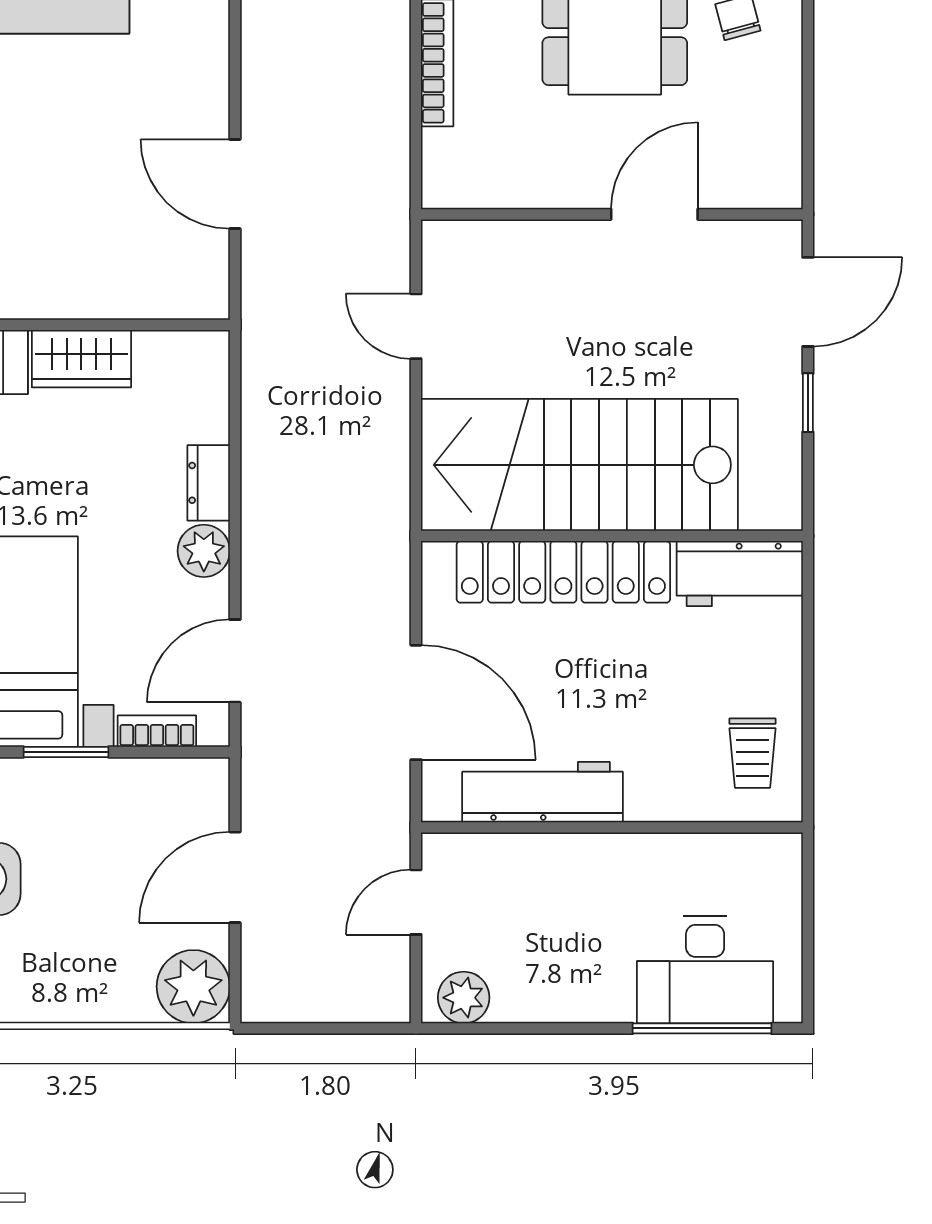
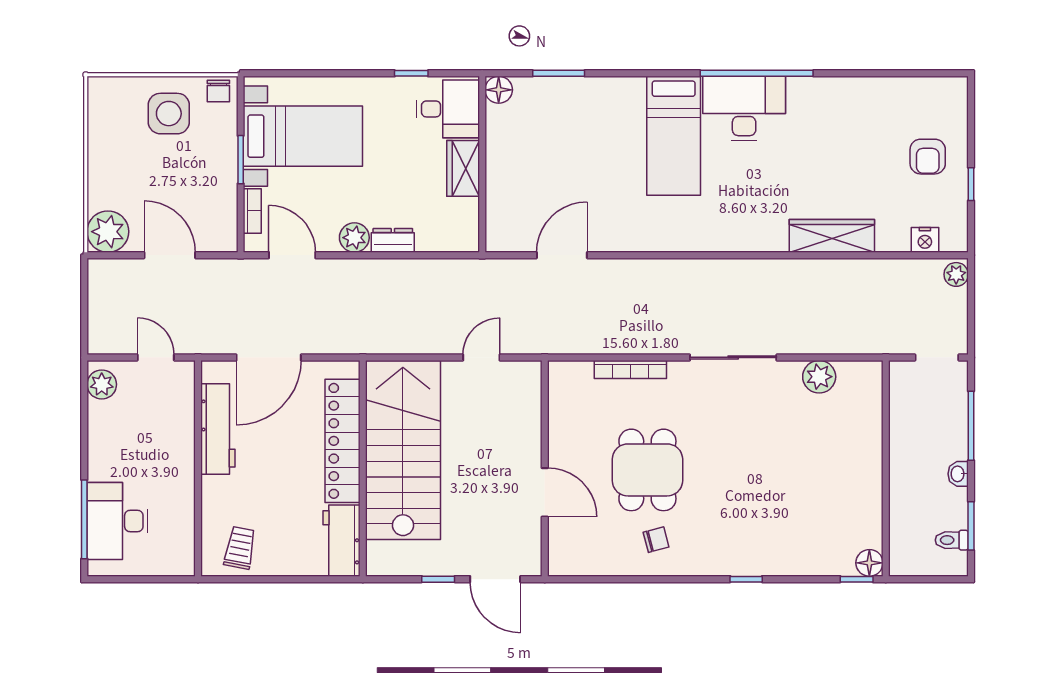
trolley: (753, 753) -> (240, 548), turned 101

